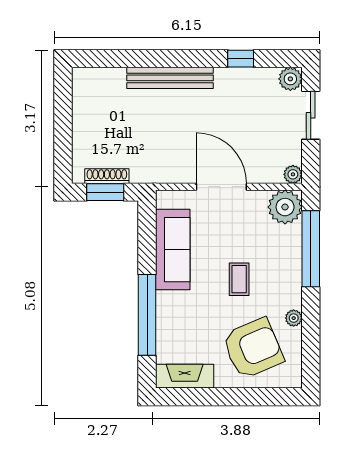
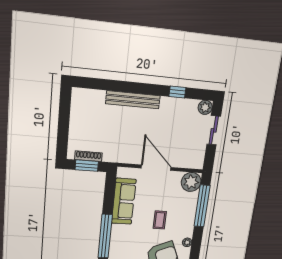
plant: (293, 174) -> (198, 164), removed

